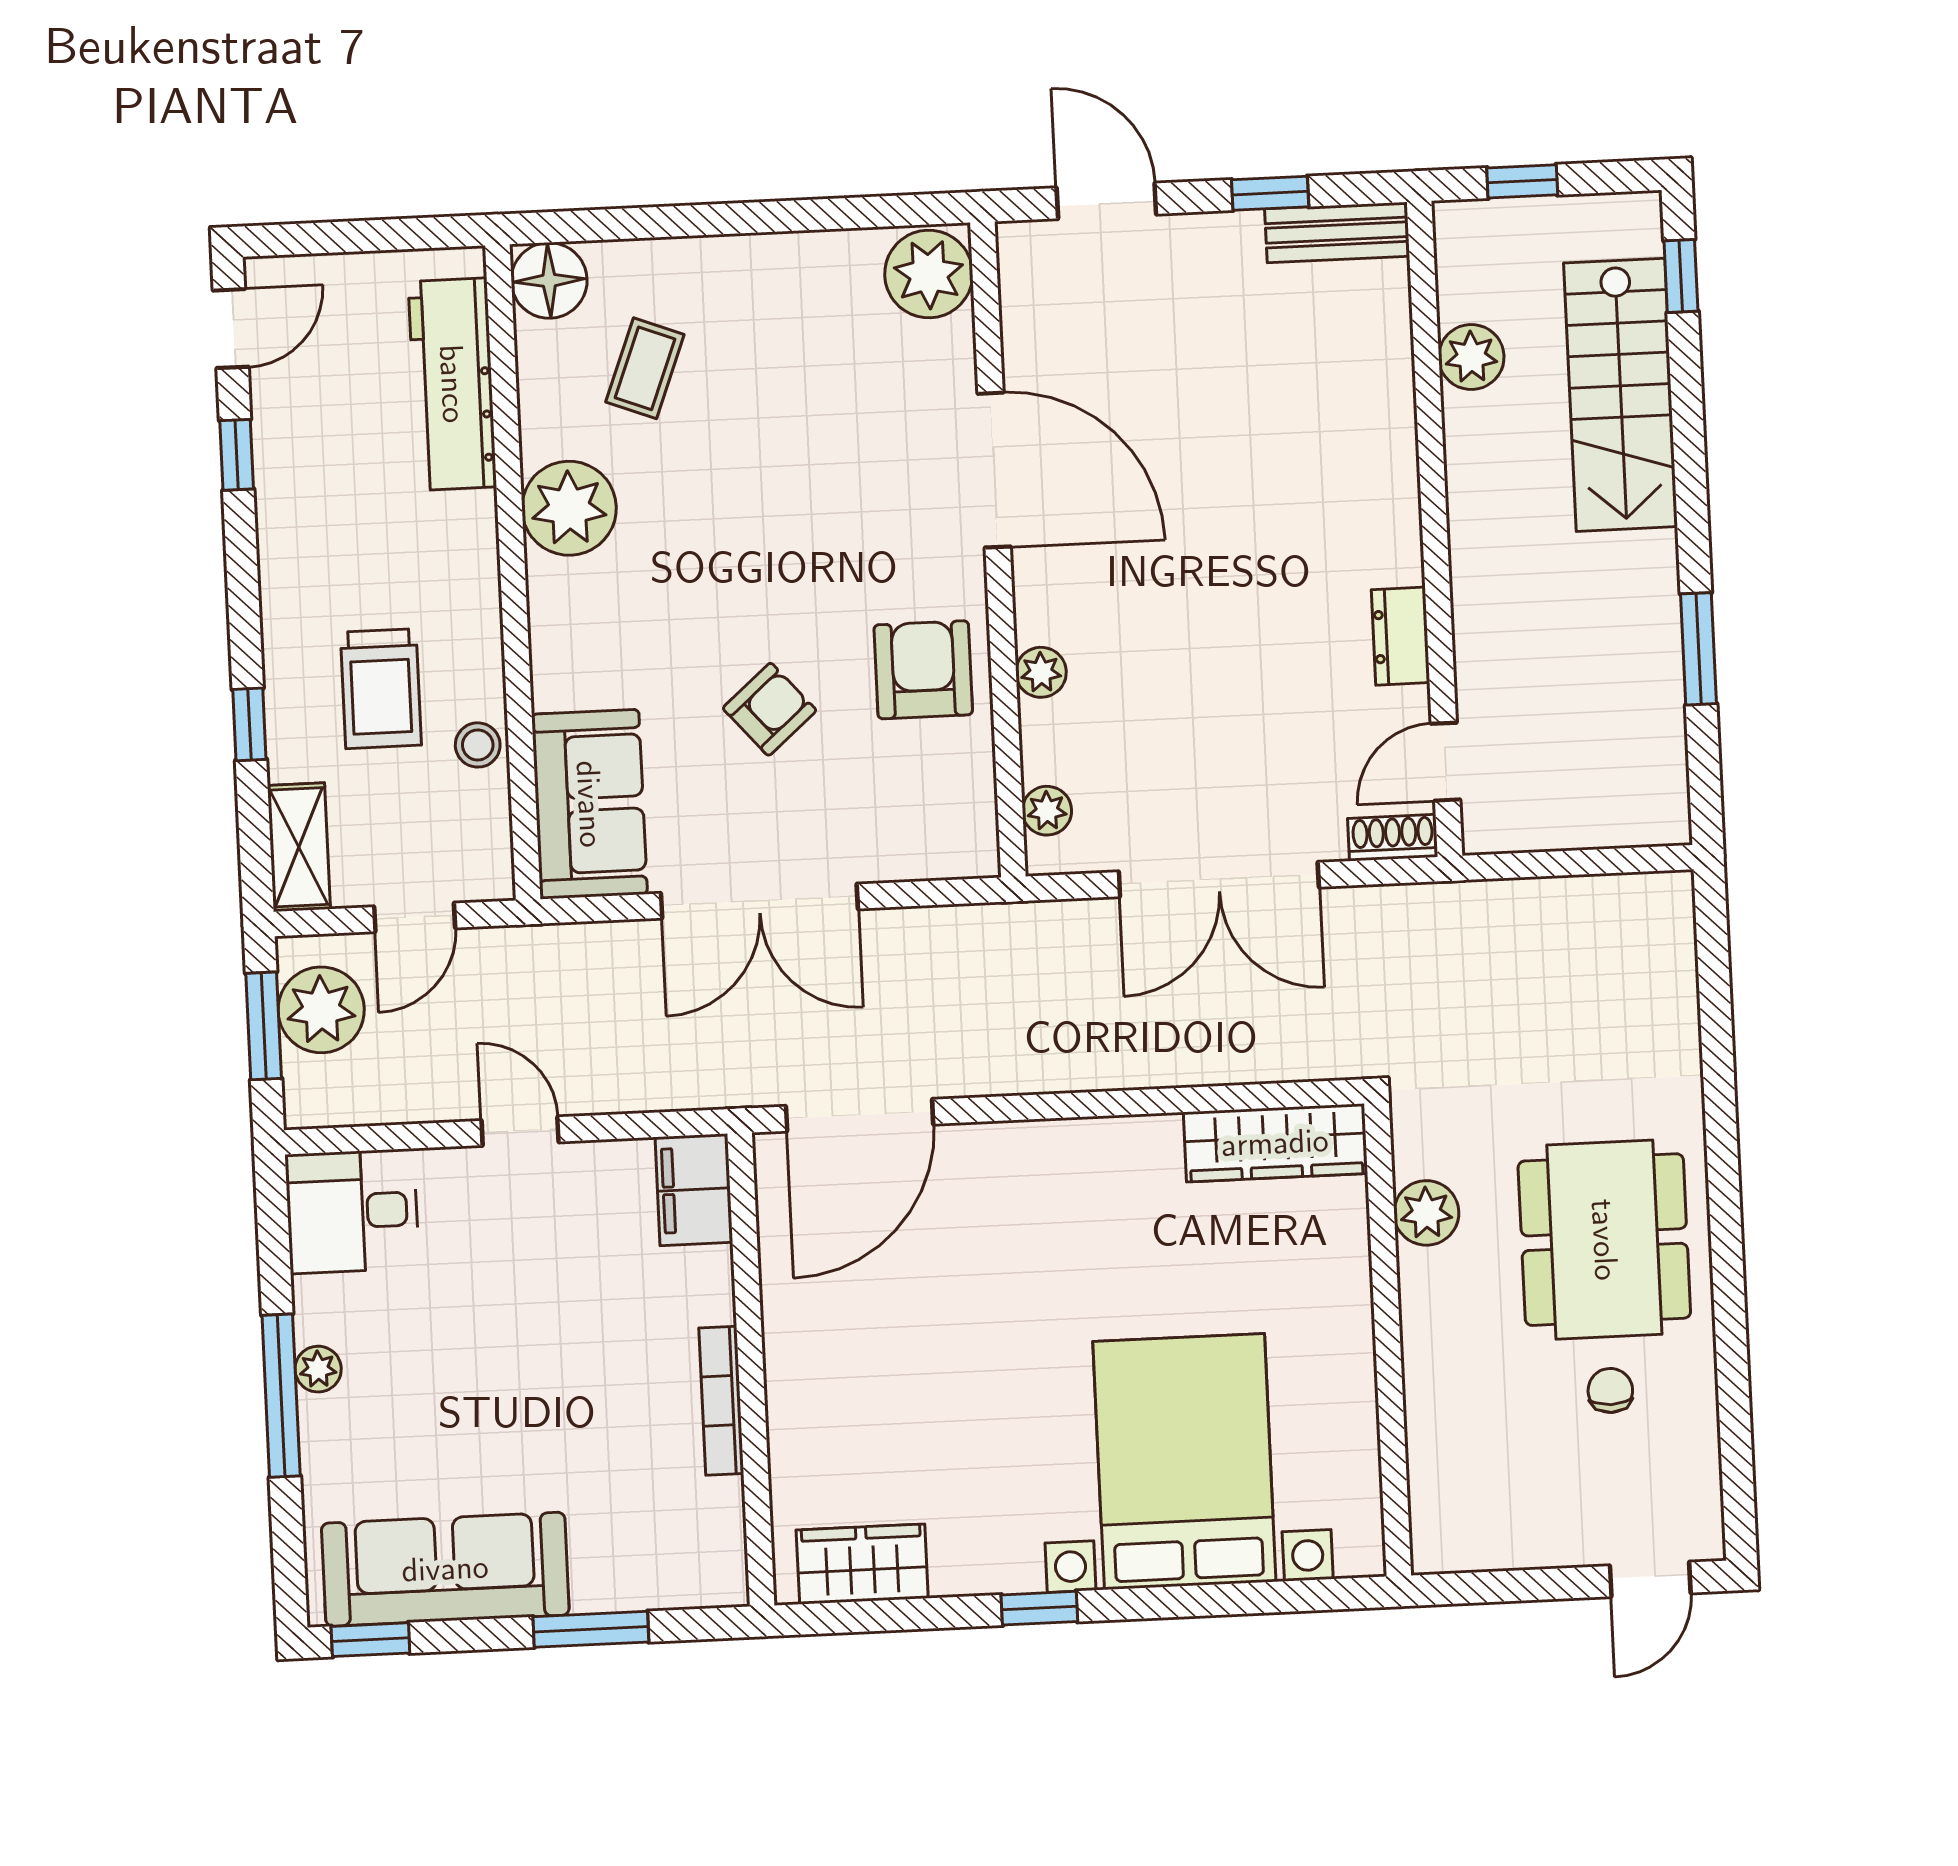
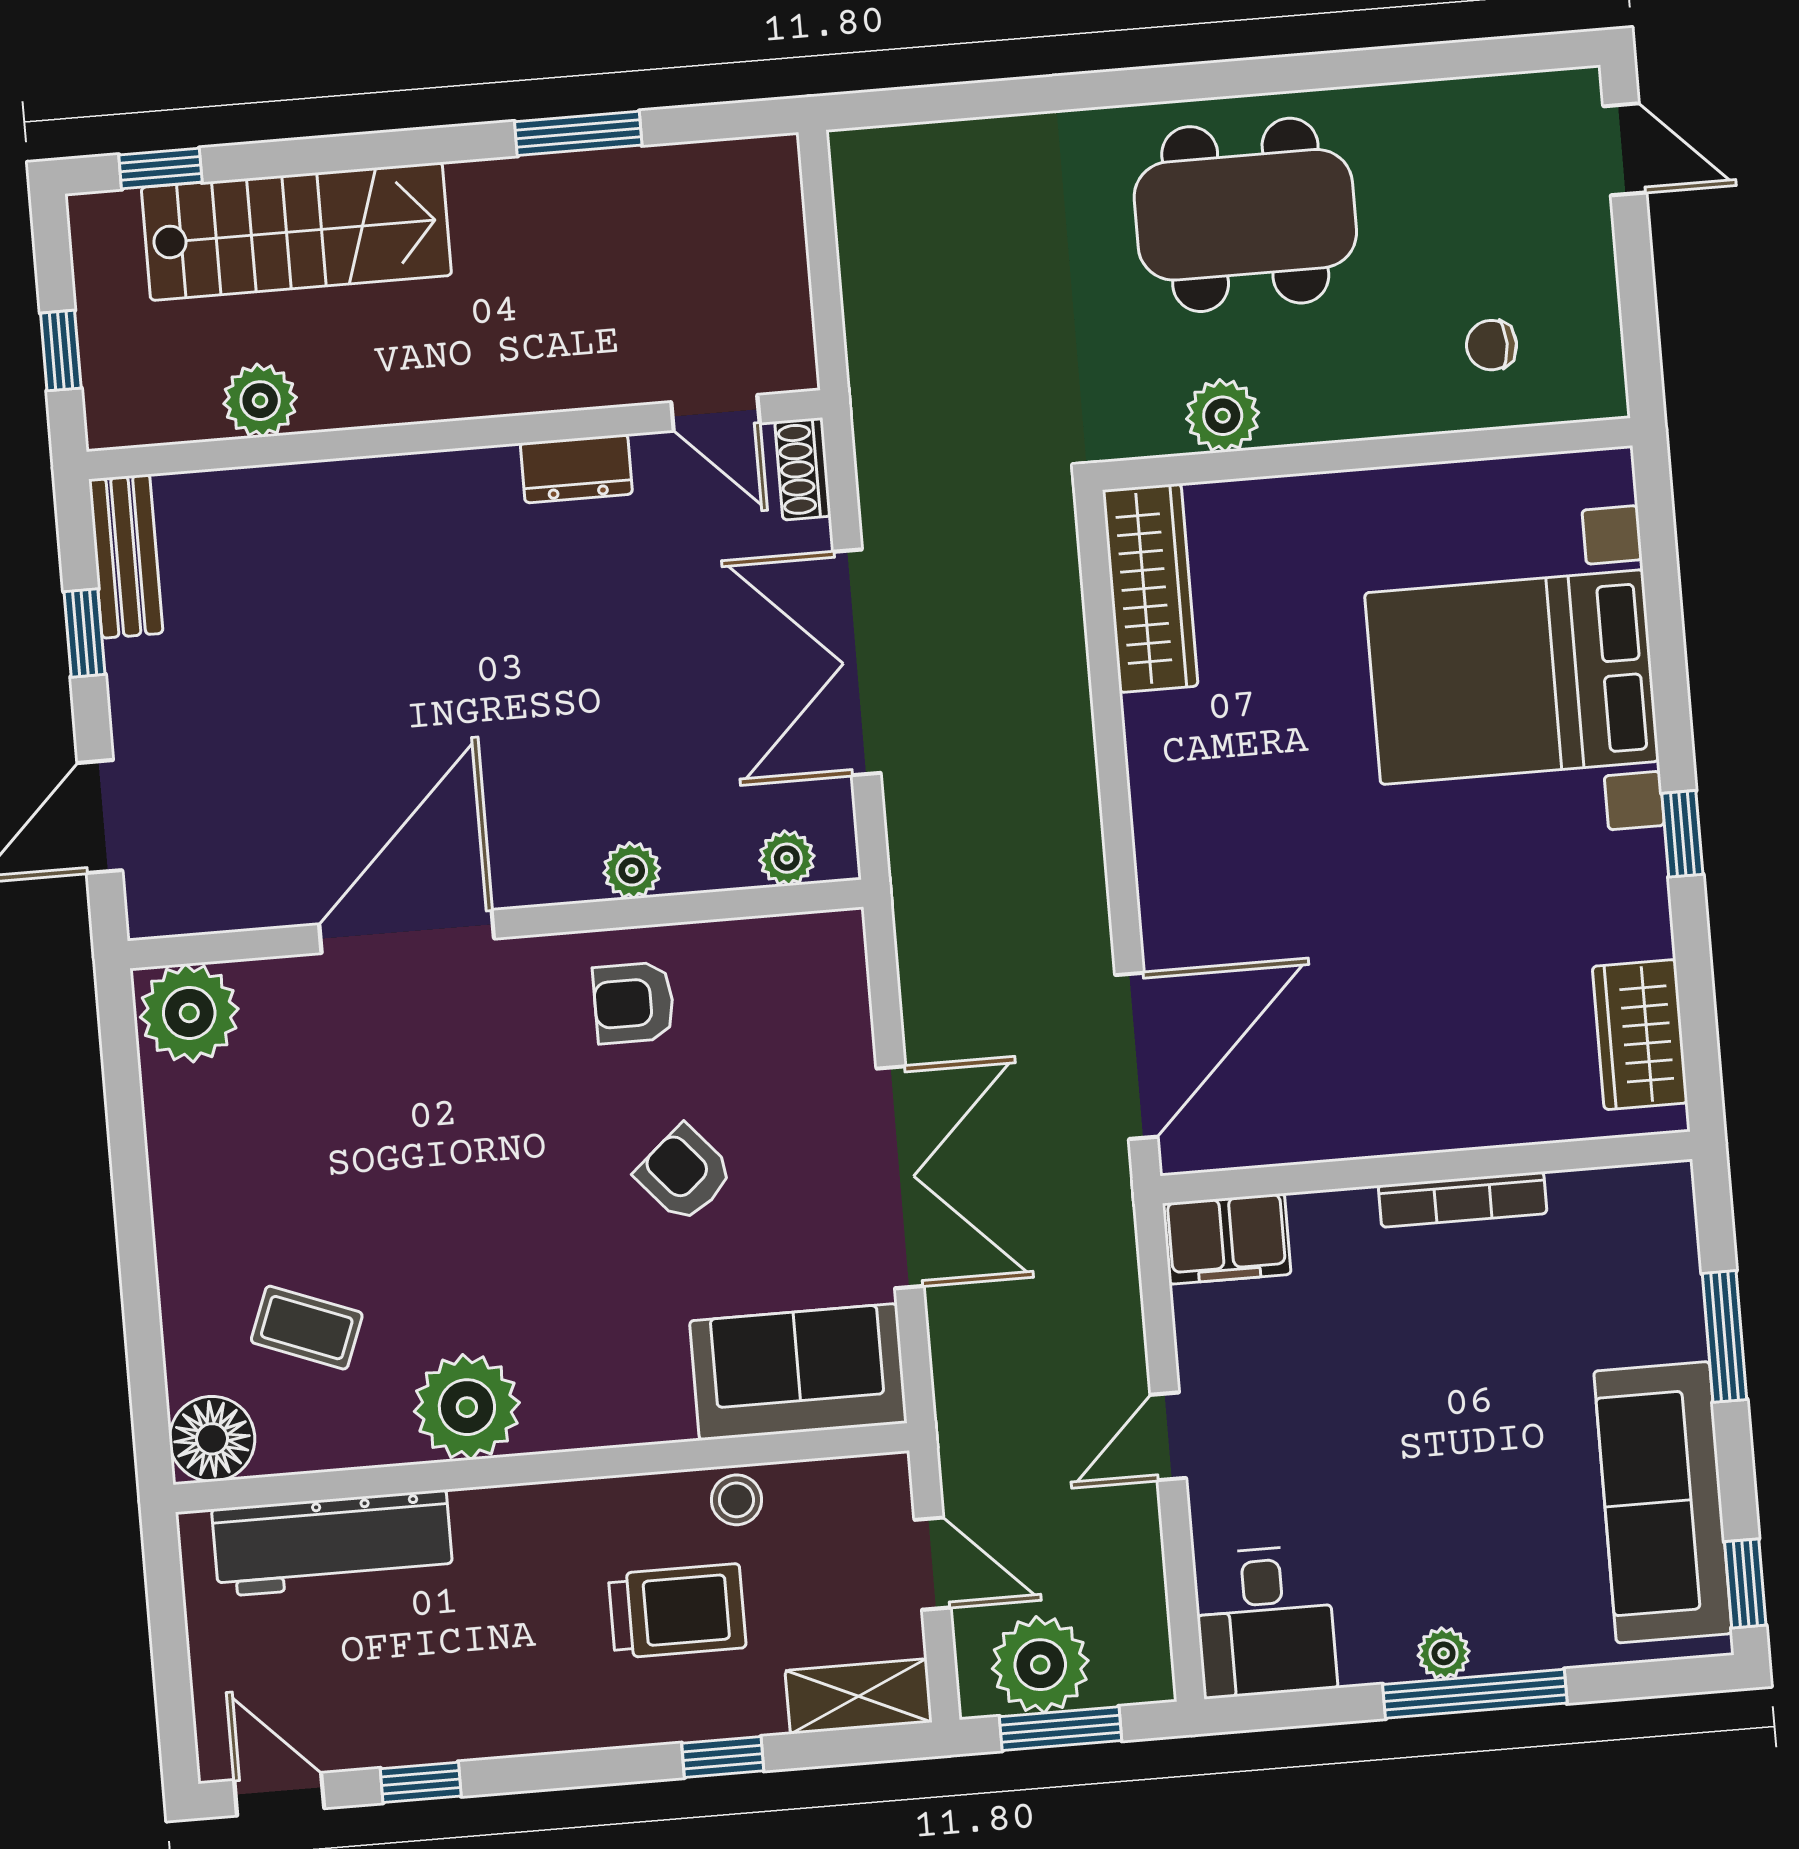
armchair: (923, 670) -> (634, 1003), width x0.72, depth x0.72
double door: (1219, 879) -> (857, 662), swing flipped
door: (860, 1115) -> (1136, 1056), hinge flipped
chair: (1610, 1390) -> (1492, 345), moved

